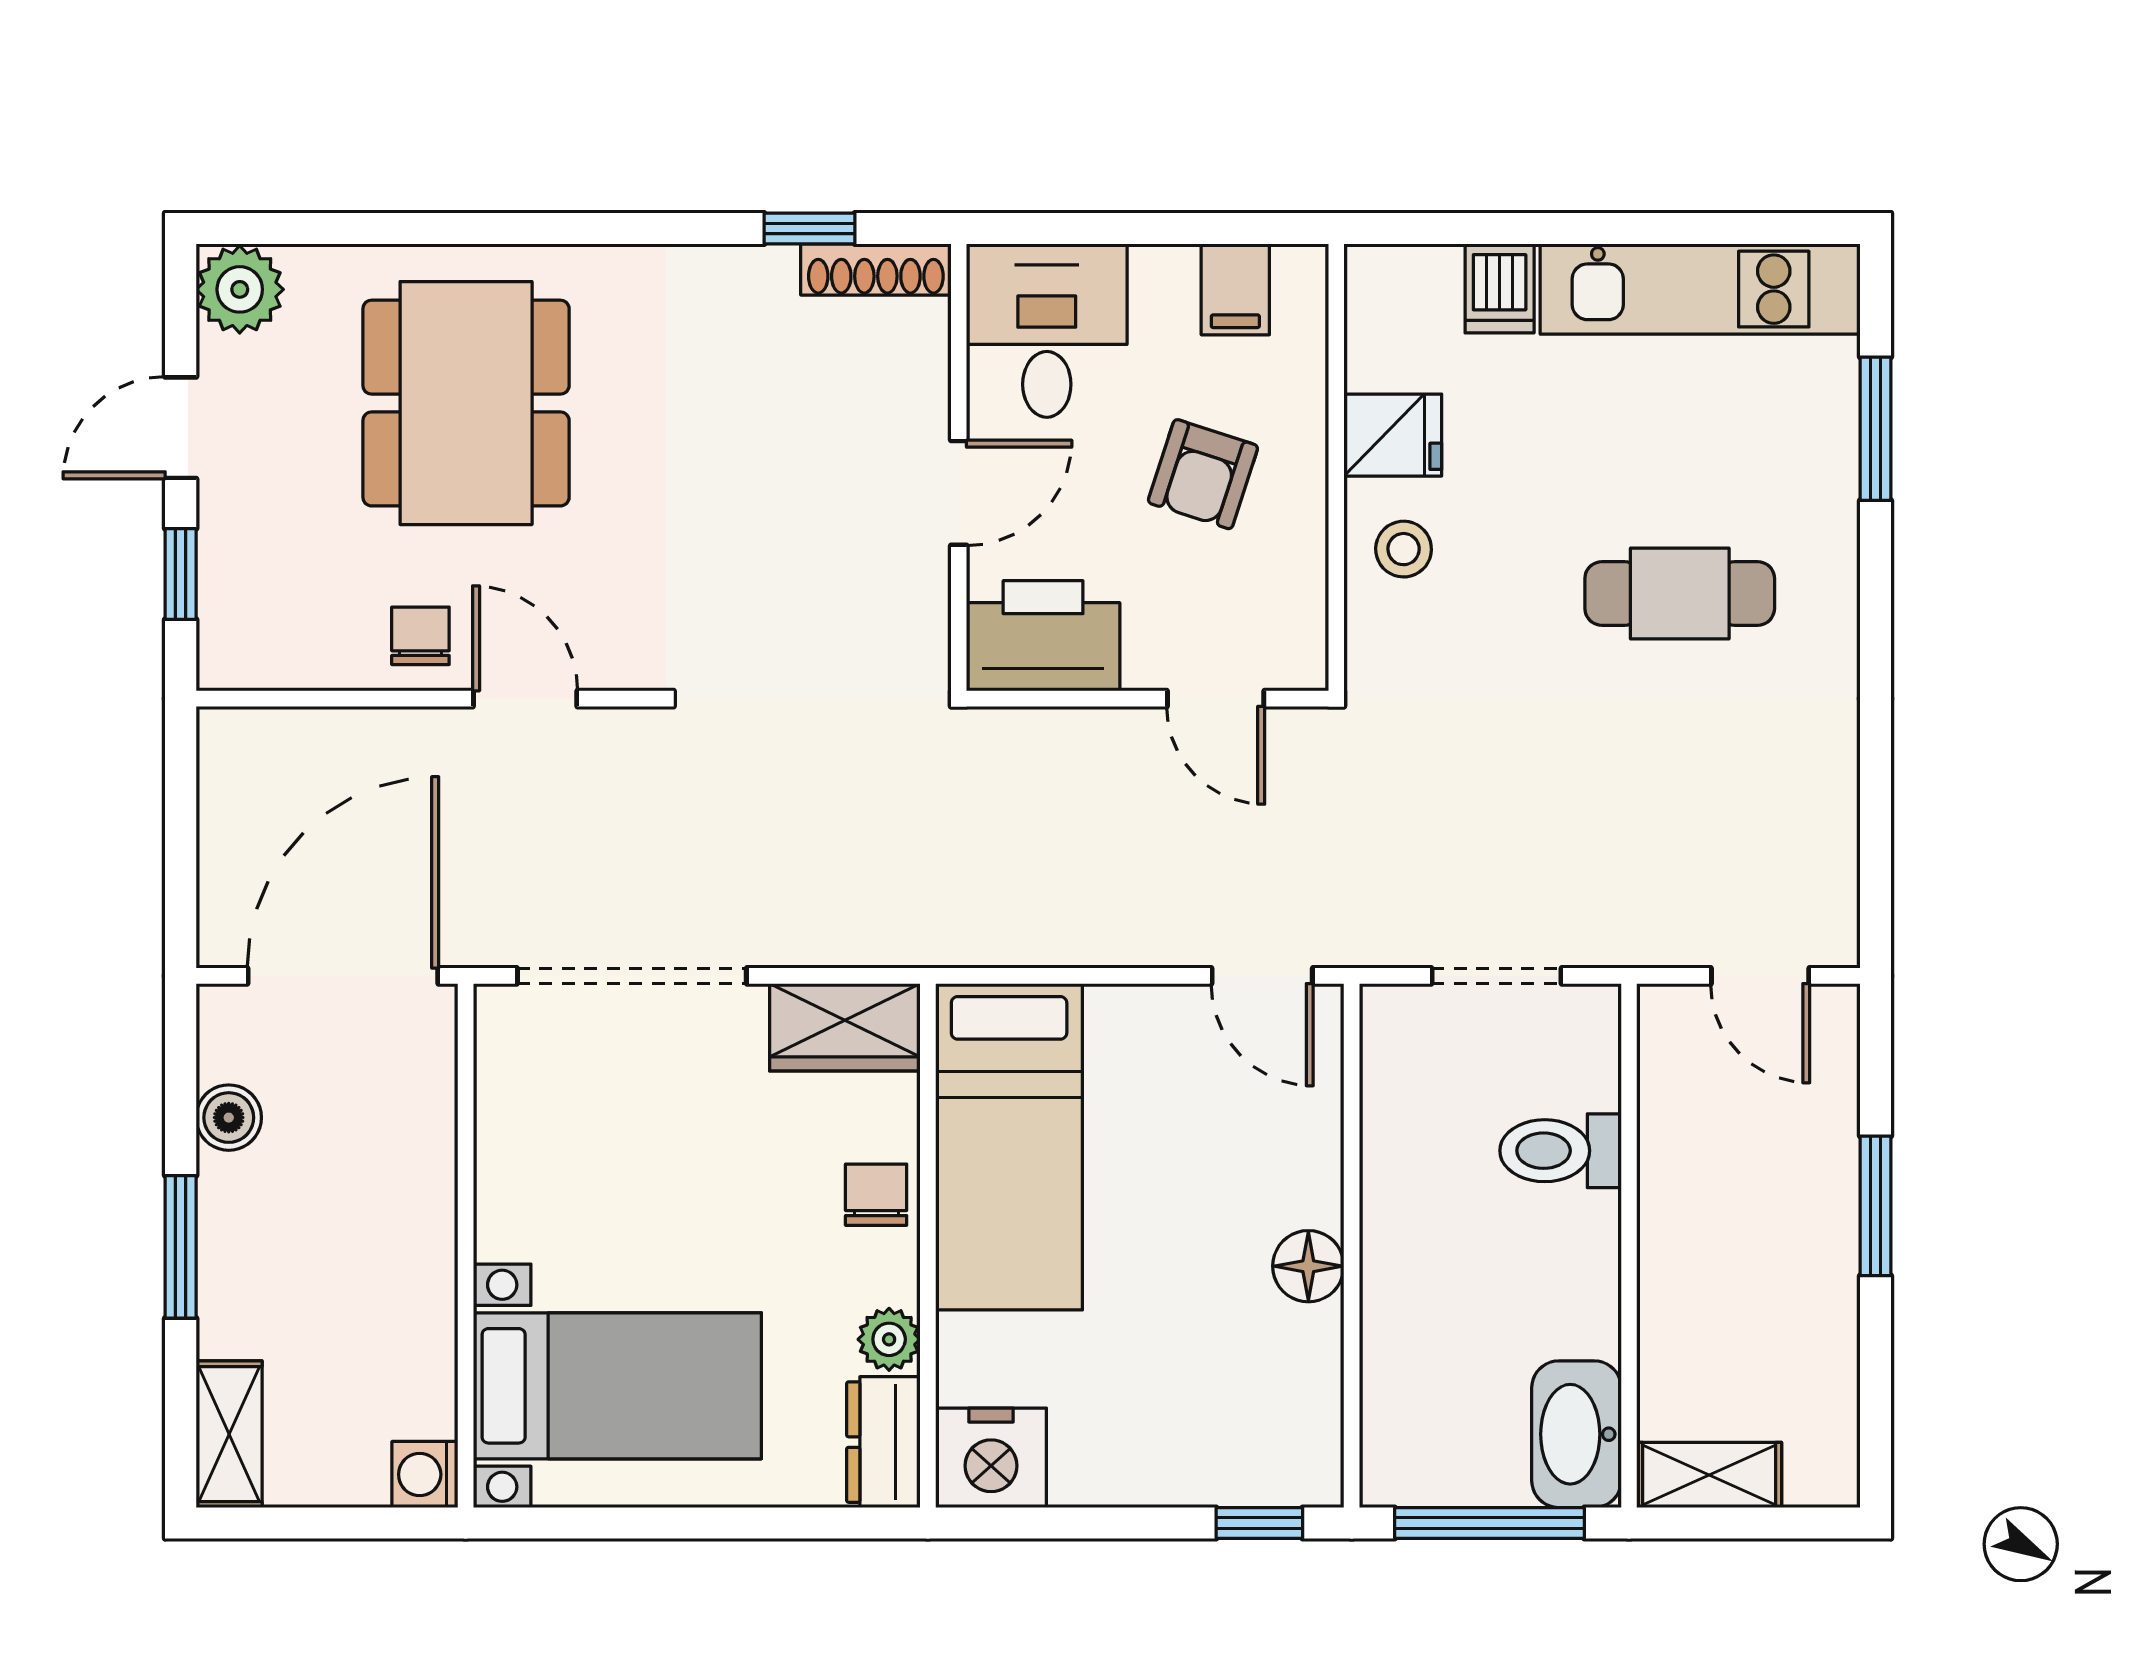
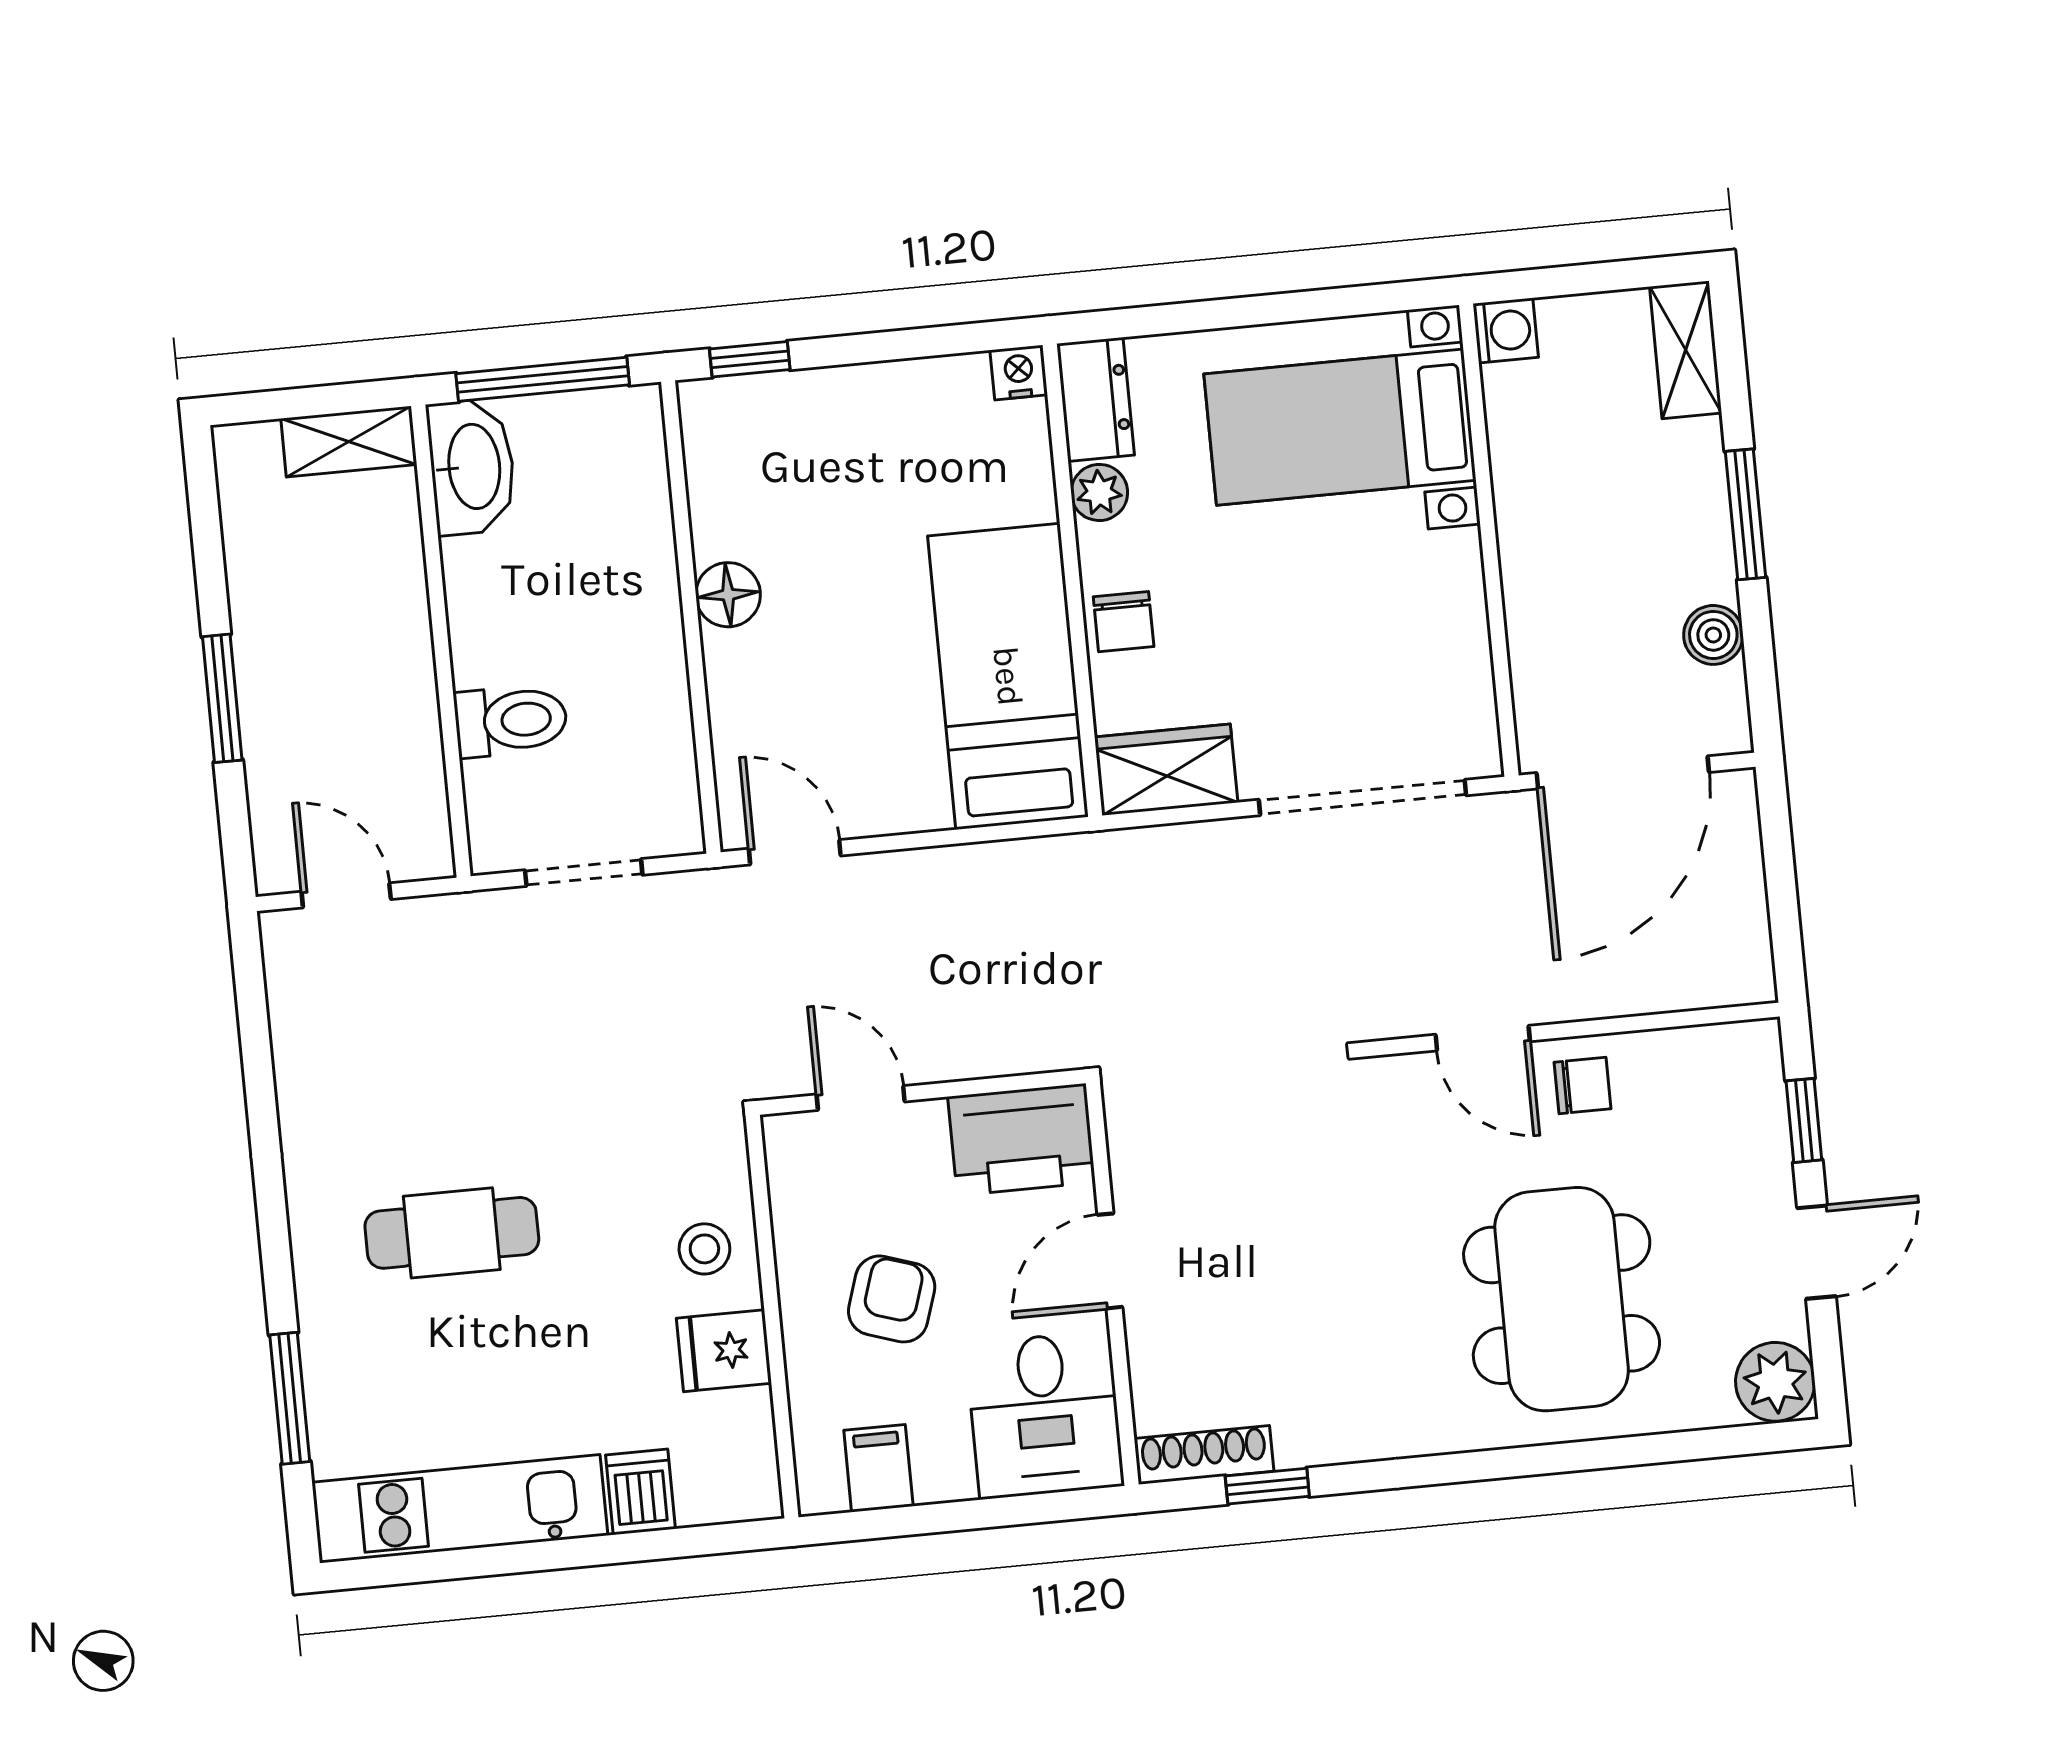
chair: (420, 636) -> (1582, 1085), turned -90
nightstand: (991, 1458) -> (1019, 373), width x0.53, depth x0.56

